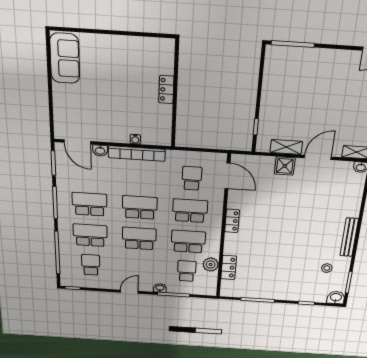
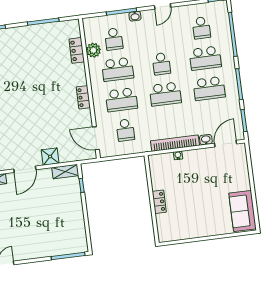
door: (77, 142) -> (226, 144), hinge flipped
shelving: (286, 147) -> (65, 172), moved
school desk: (139, 238) -> (161, 64), width x0.54

